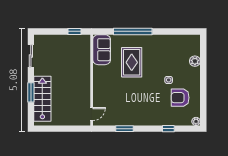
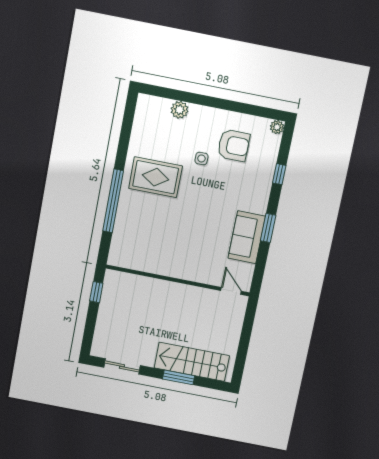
sofa: (102, 50) -> (247, 237), moved, turned -90
rug: (132, 62) -> (156, 177), moved
armchair: (180, 98) -> (234, 145), turned -90
window: (124, 129) -> (268, 228), moved

